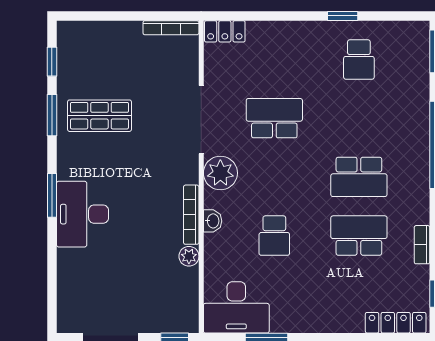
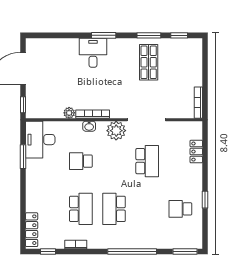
locker: (225, 31) -> (196, 152), moved
desk: (82, 214) -> (93, 53), width x0.73

